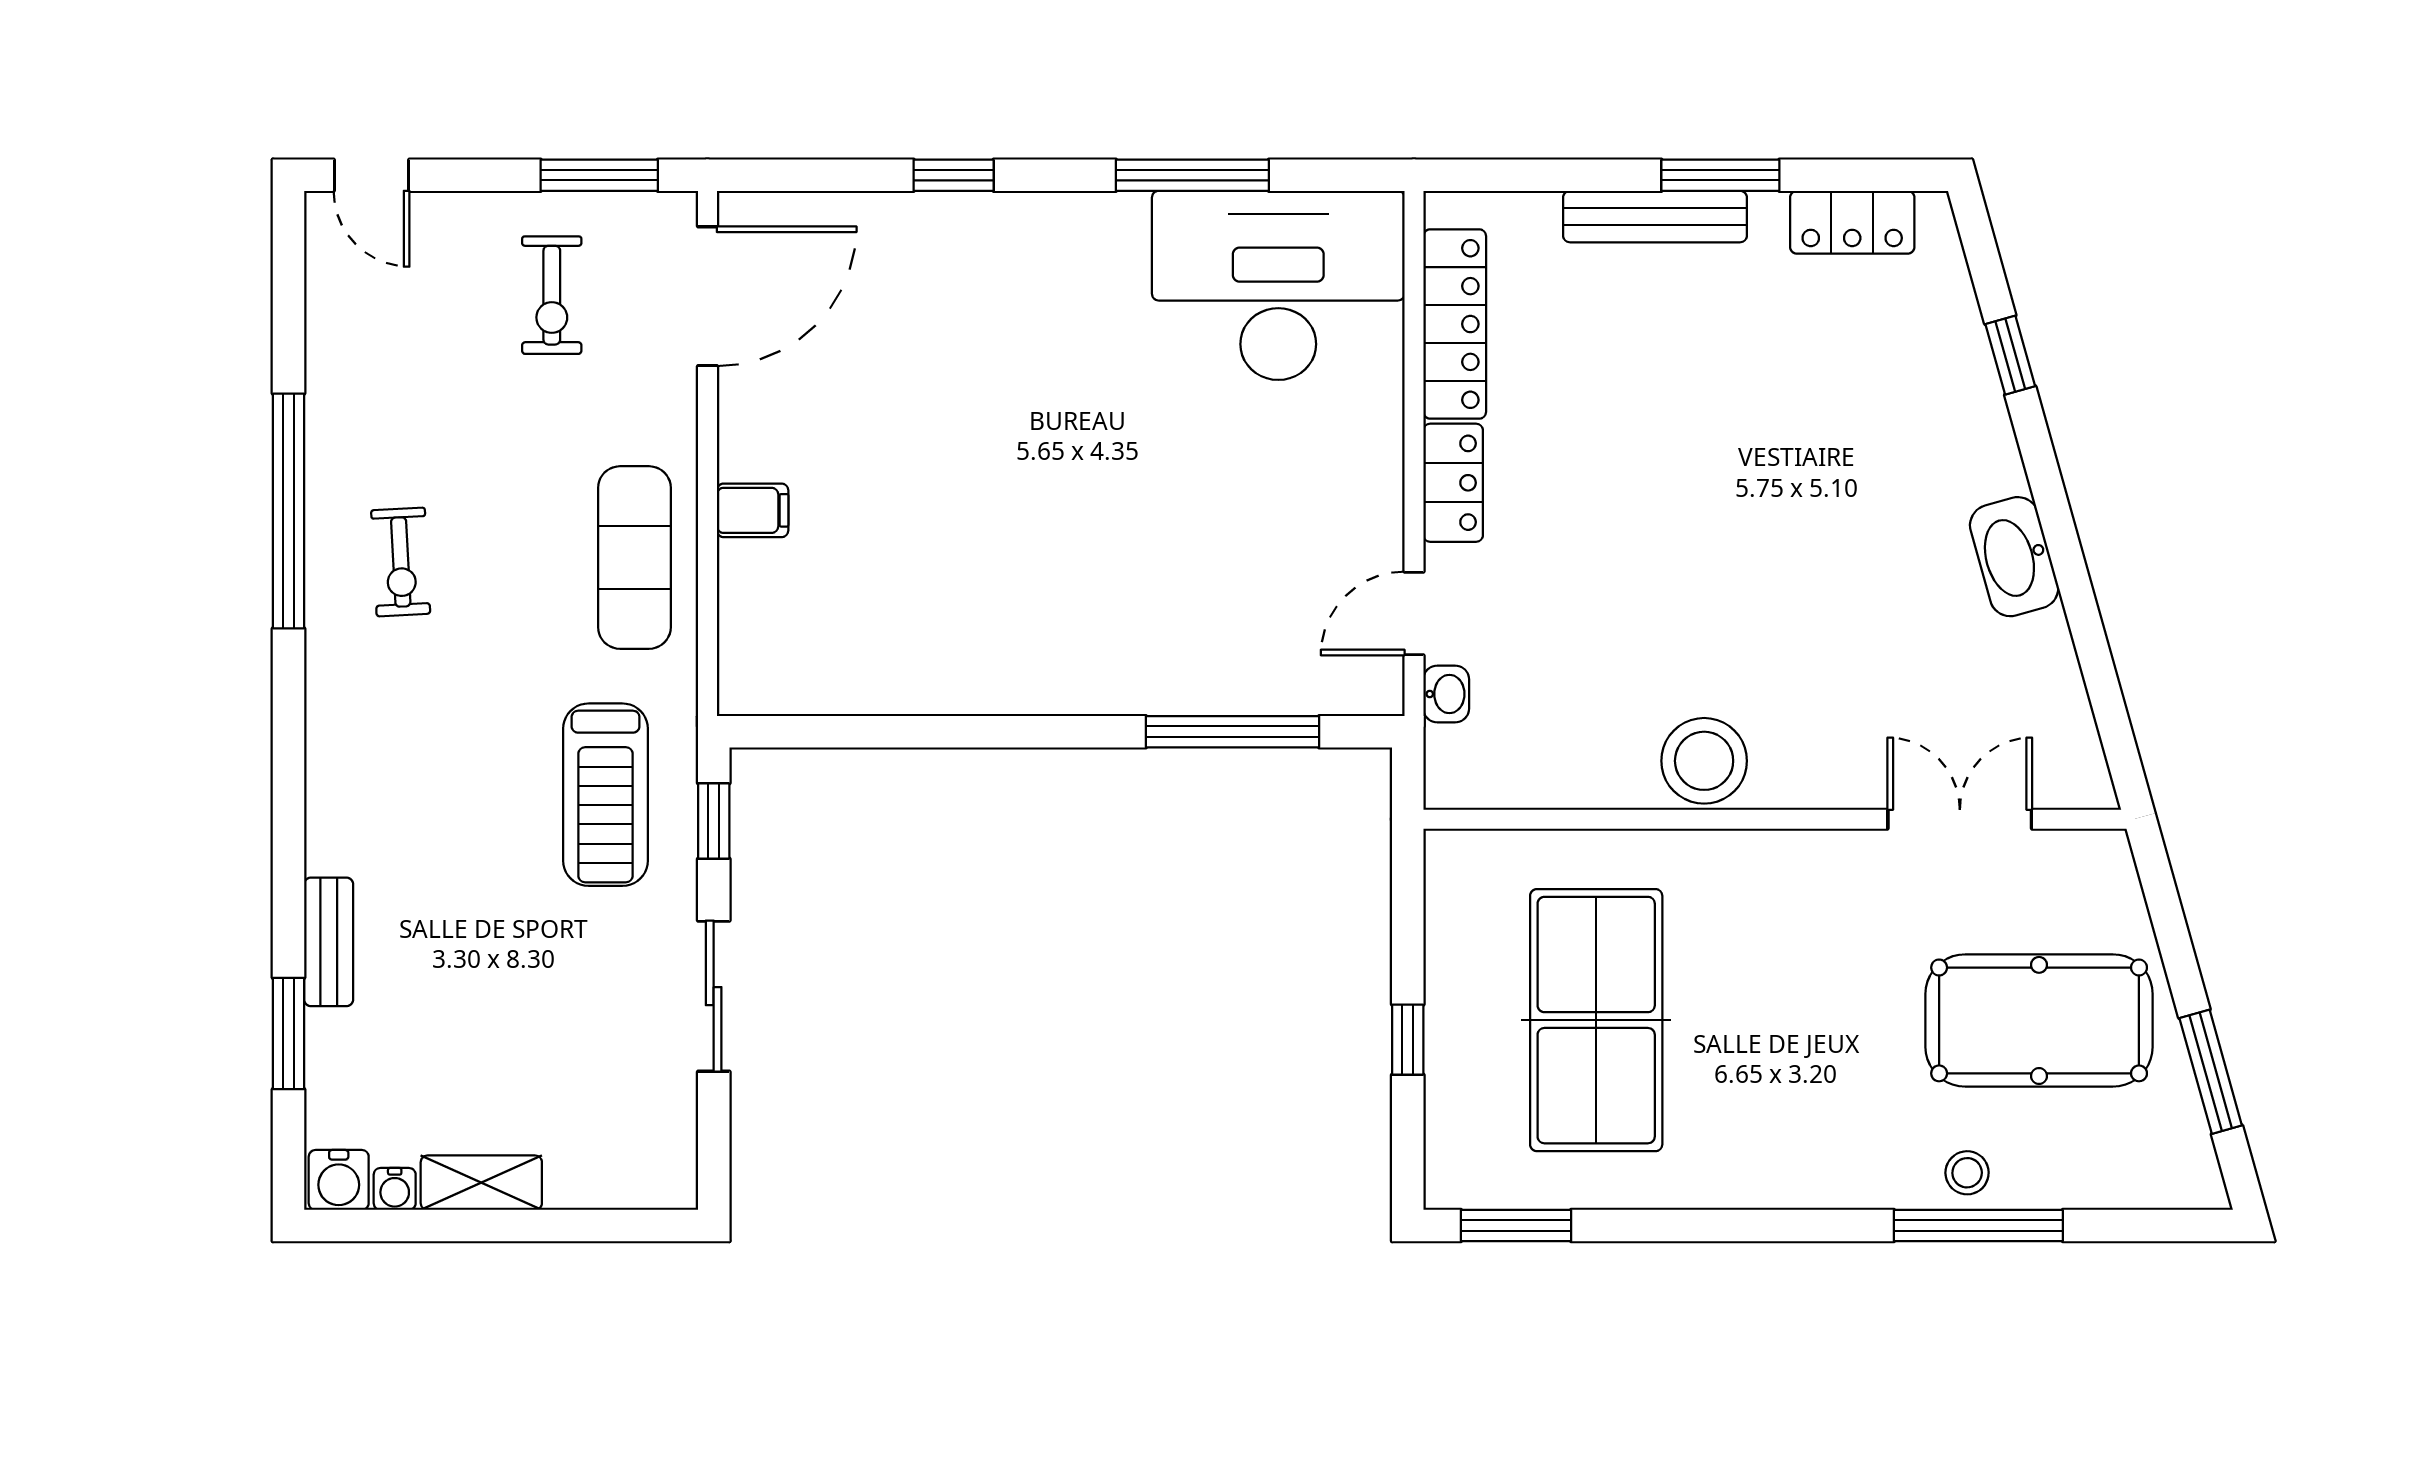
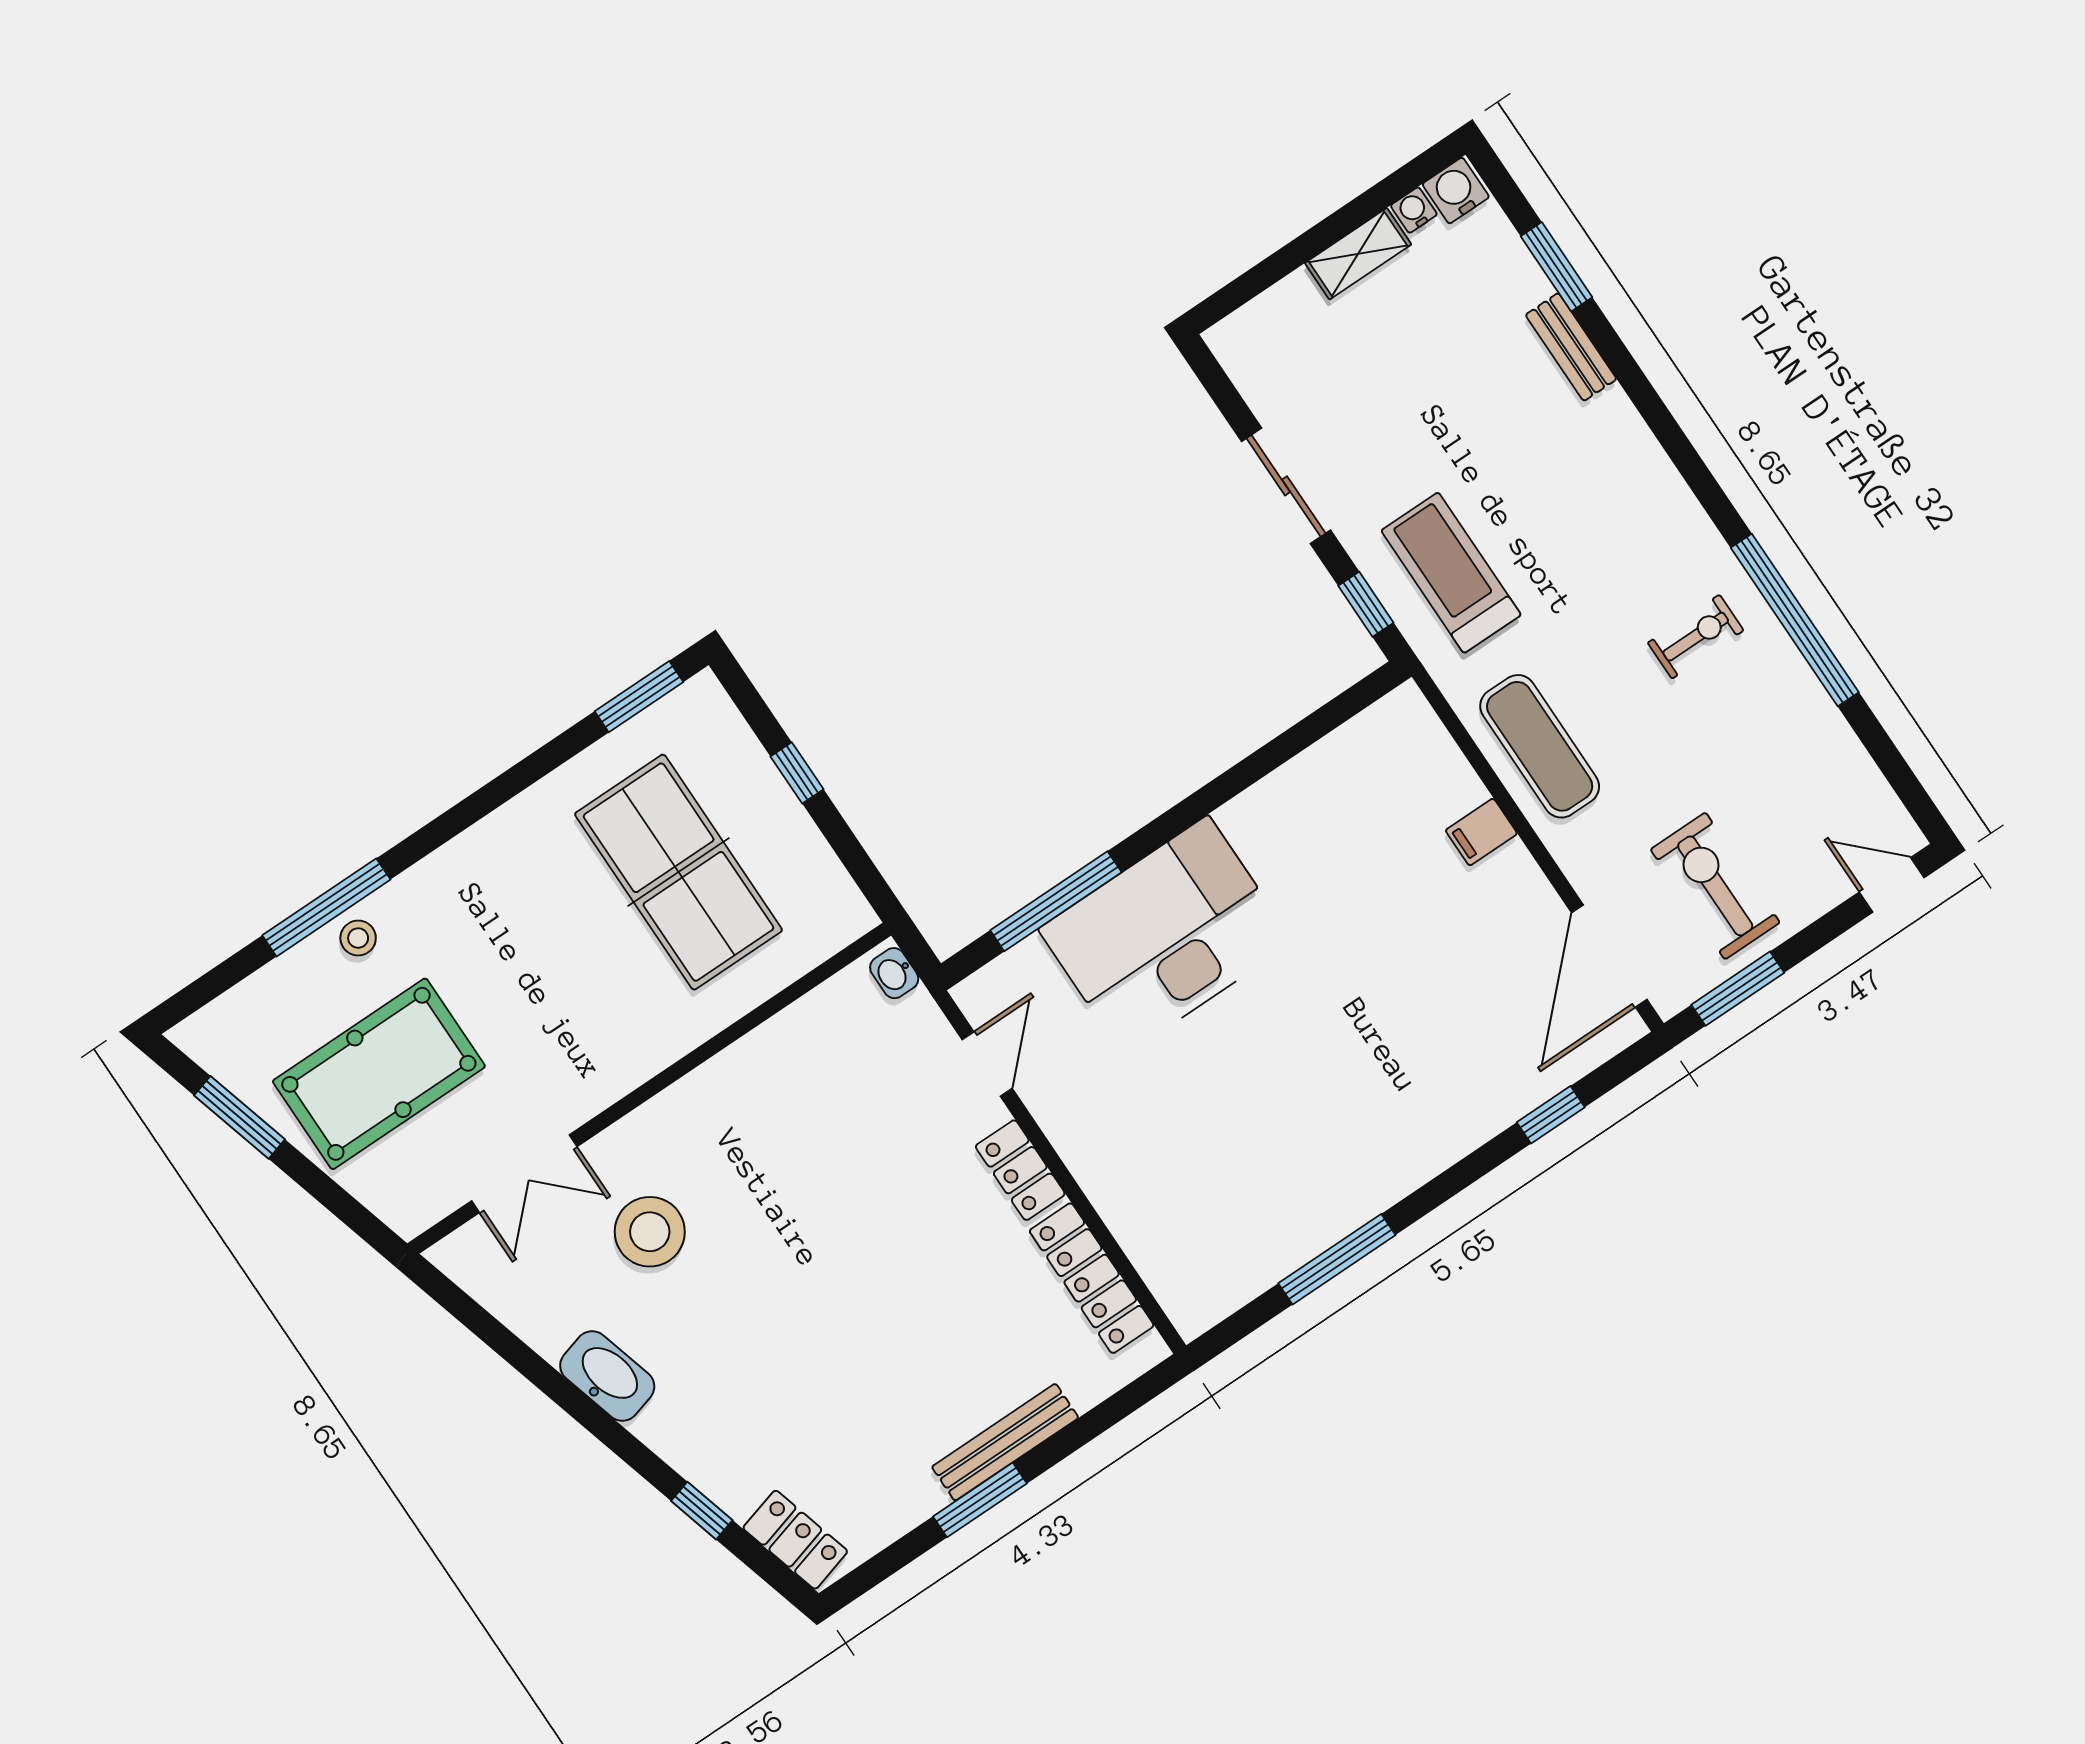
window: (954, 175) -> (1551, 1115), moved
locker: (1852, 222) -> (795, 1540), moved, turned 74
desk: (1278, 285) -> (1166, 936), moved, turned 180
exercise bike: (552, 295) -> (1715, 886), width x1.38, depth x1.39
exercise bike: (401, 562) -> (1696, 637), turned 93
washbasin: (1446, 694) -> (894, 973), moved
stool: (1704, 761) -> (650, 1232), moved

